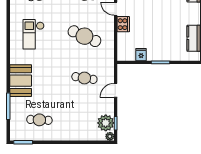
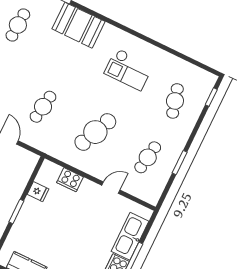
cooker: (123, 24) -> (70, 180), moved
checkout: (33, 34) -> (128, 69), turned 180

